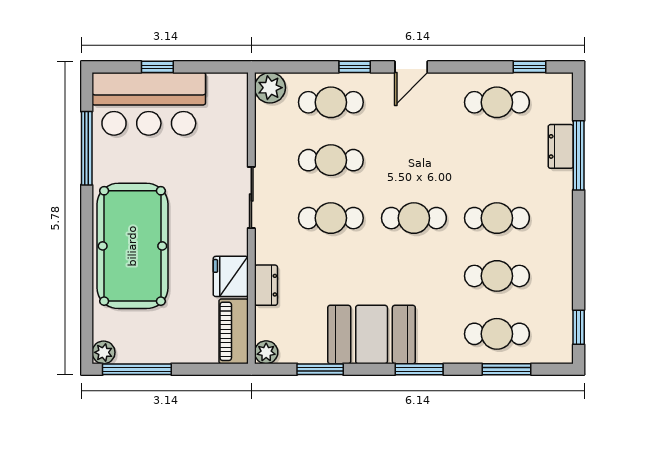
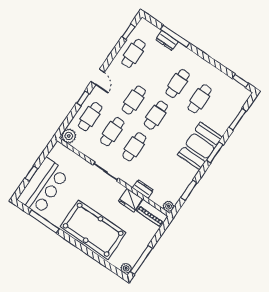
cafe table: (497, 334) -> (134, 100), moved
booth: (372, 335) -> (200, 146), moved

